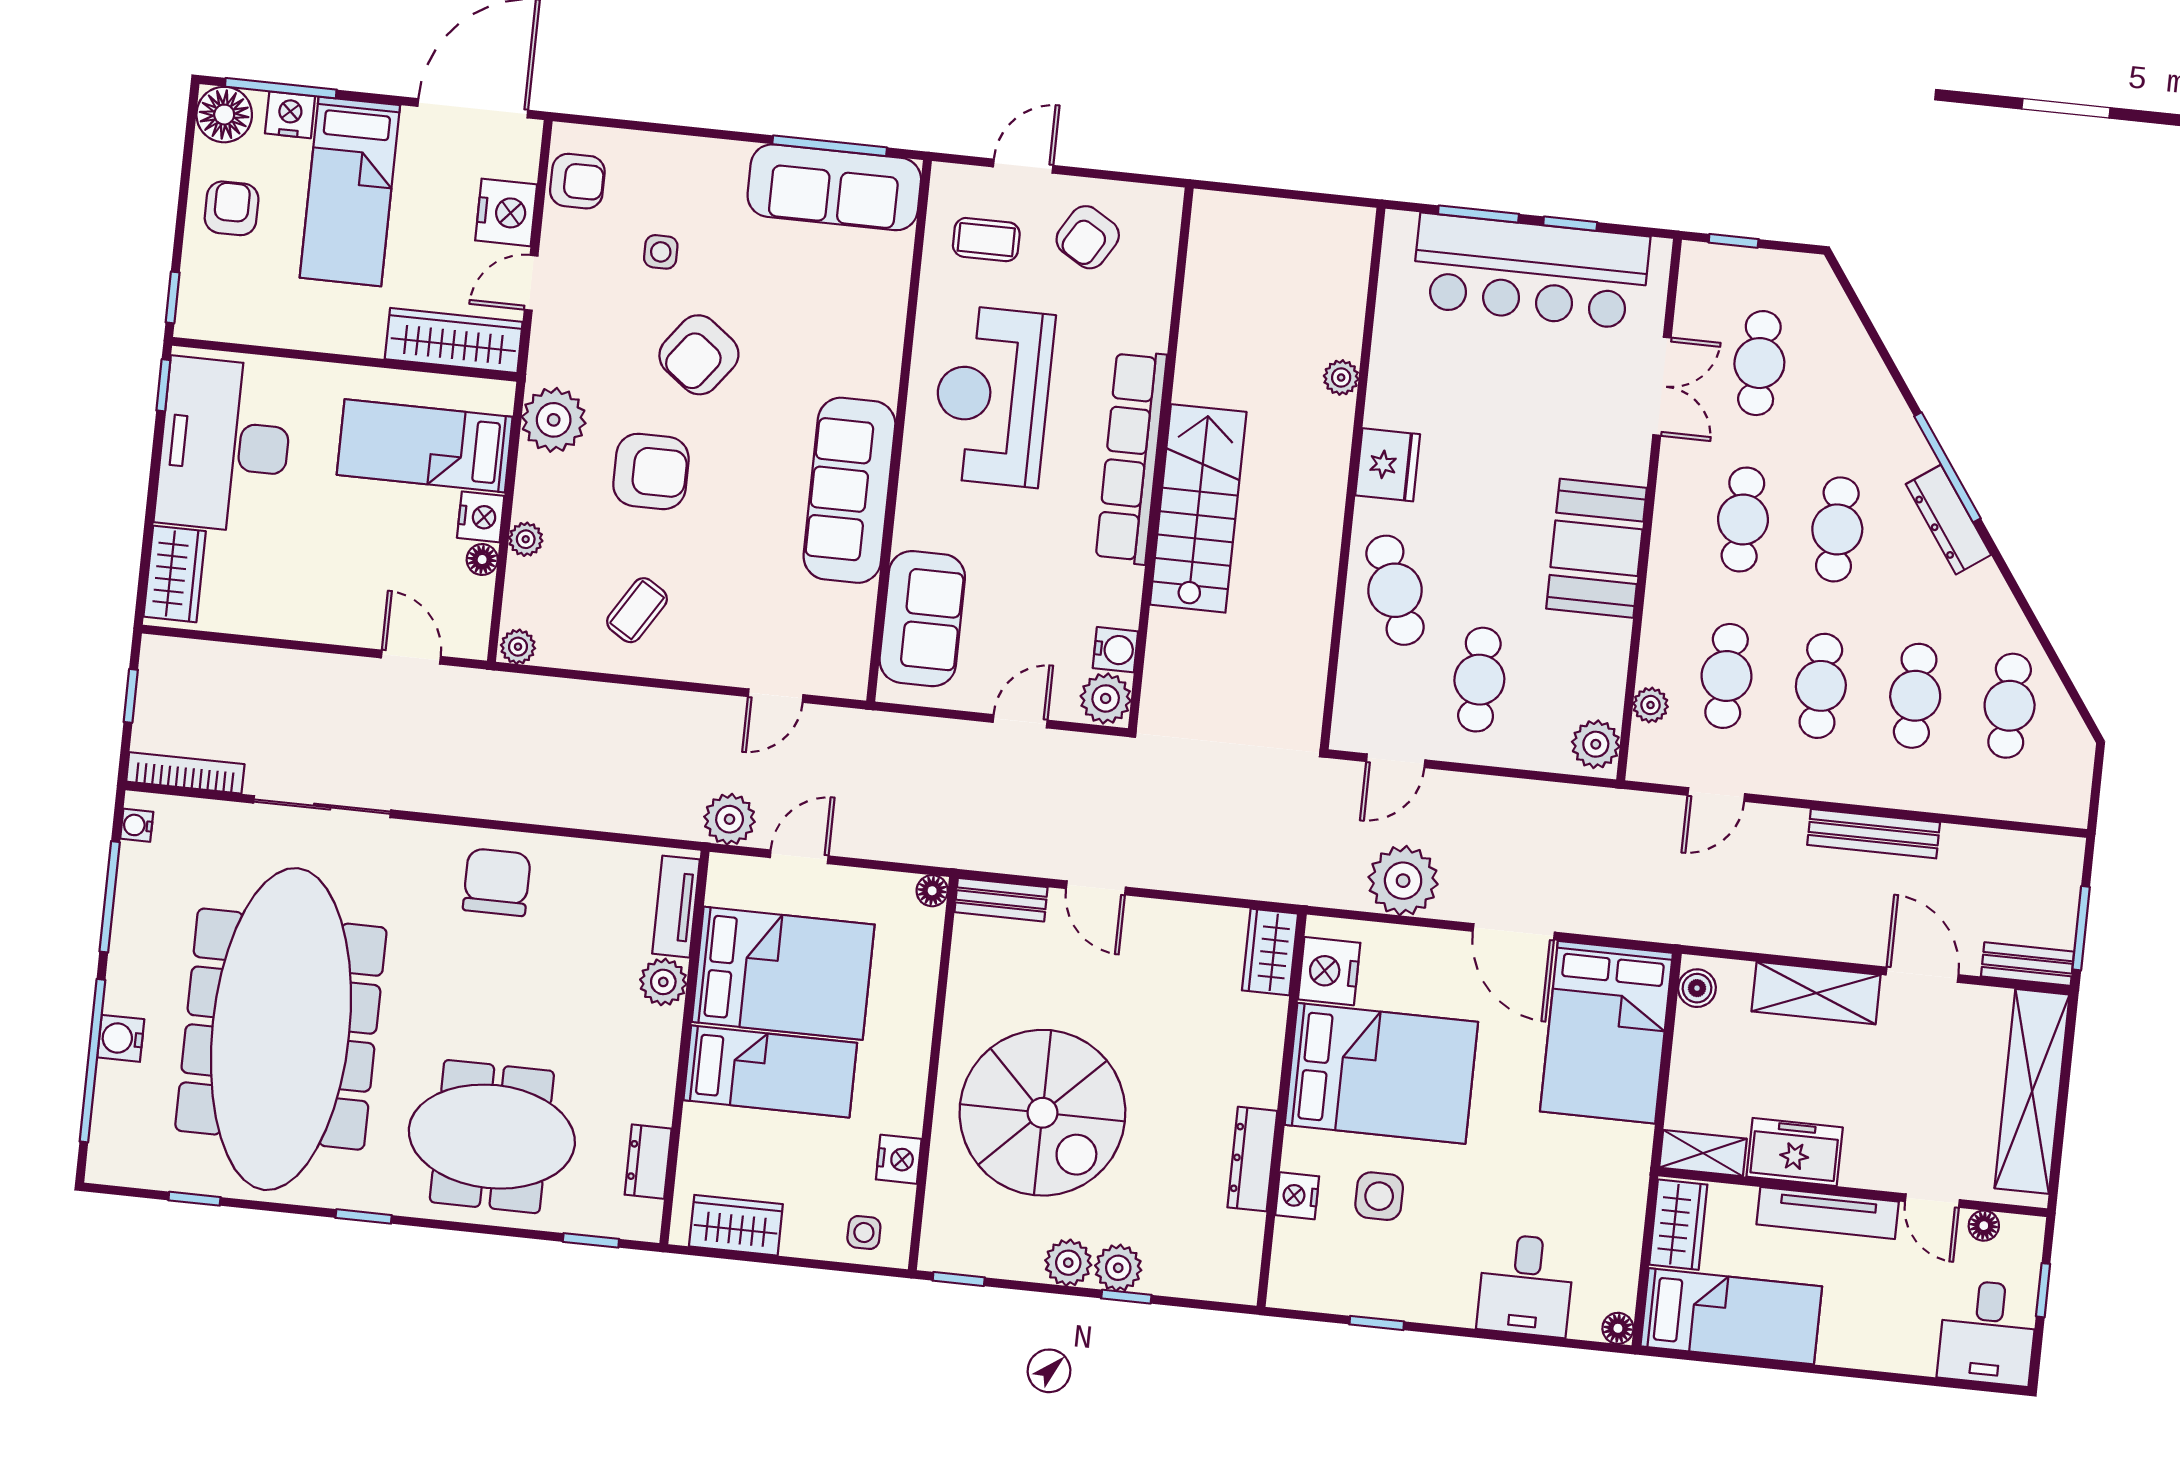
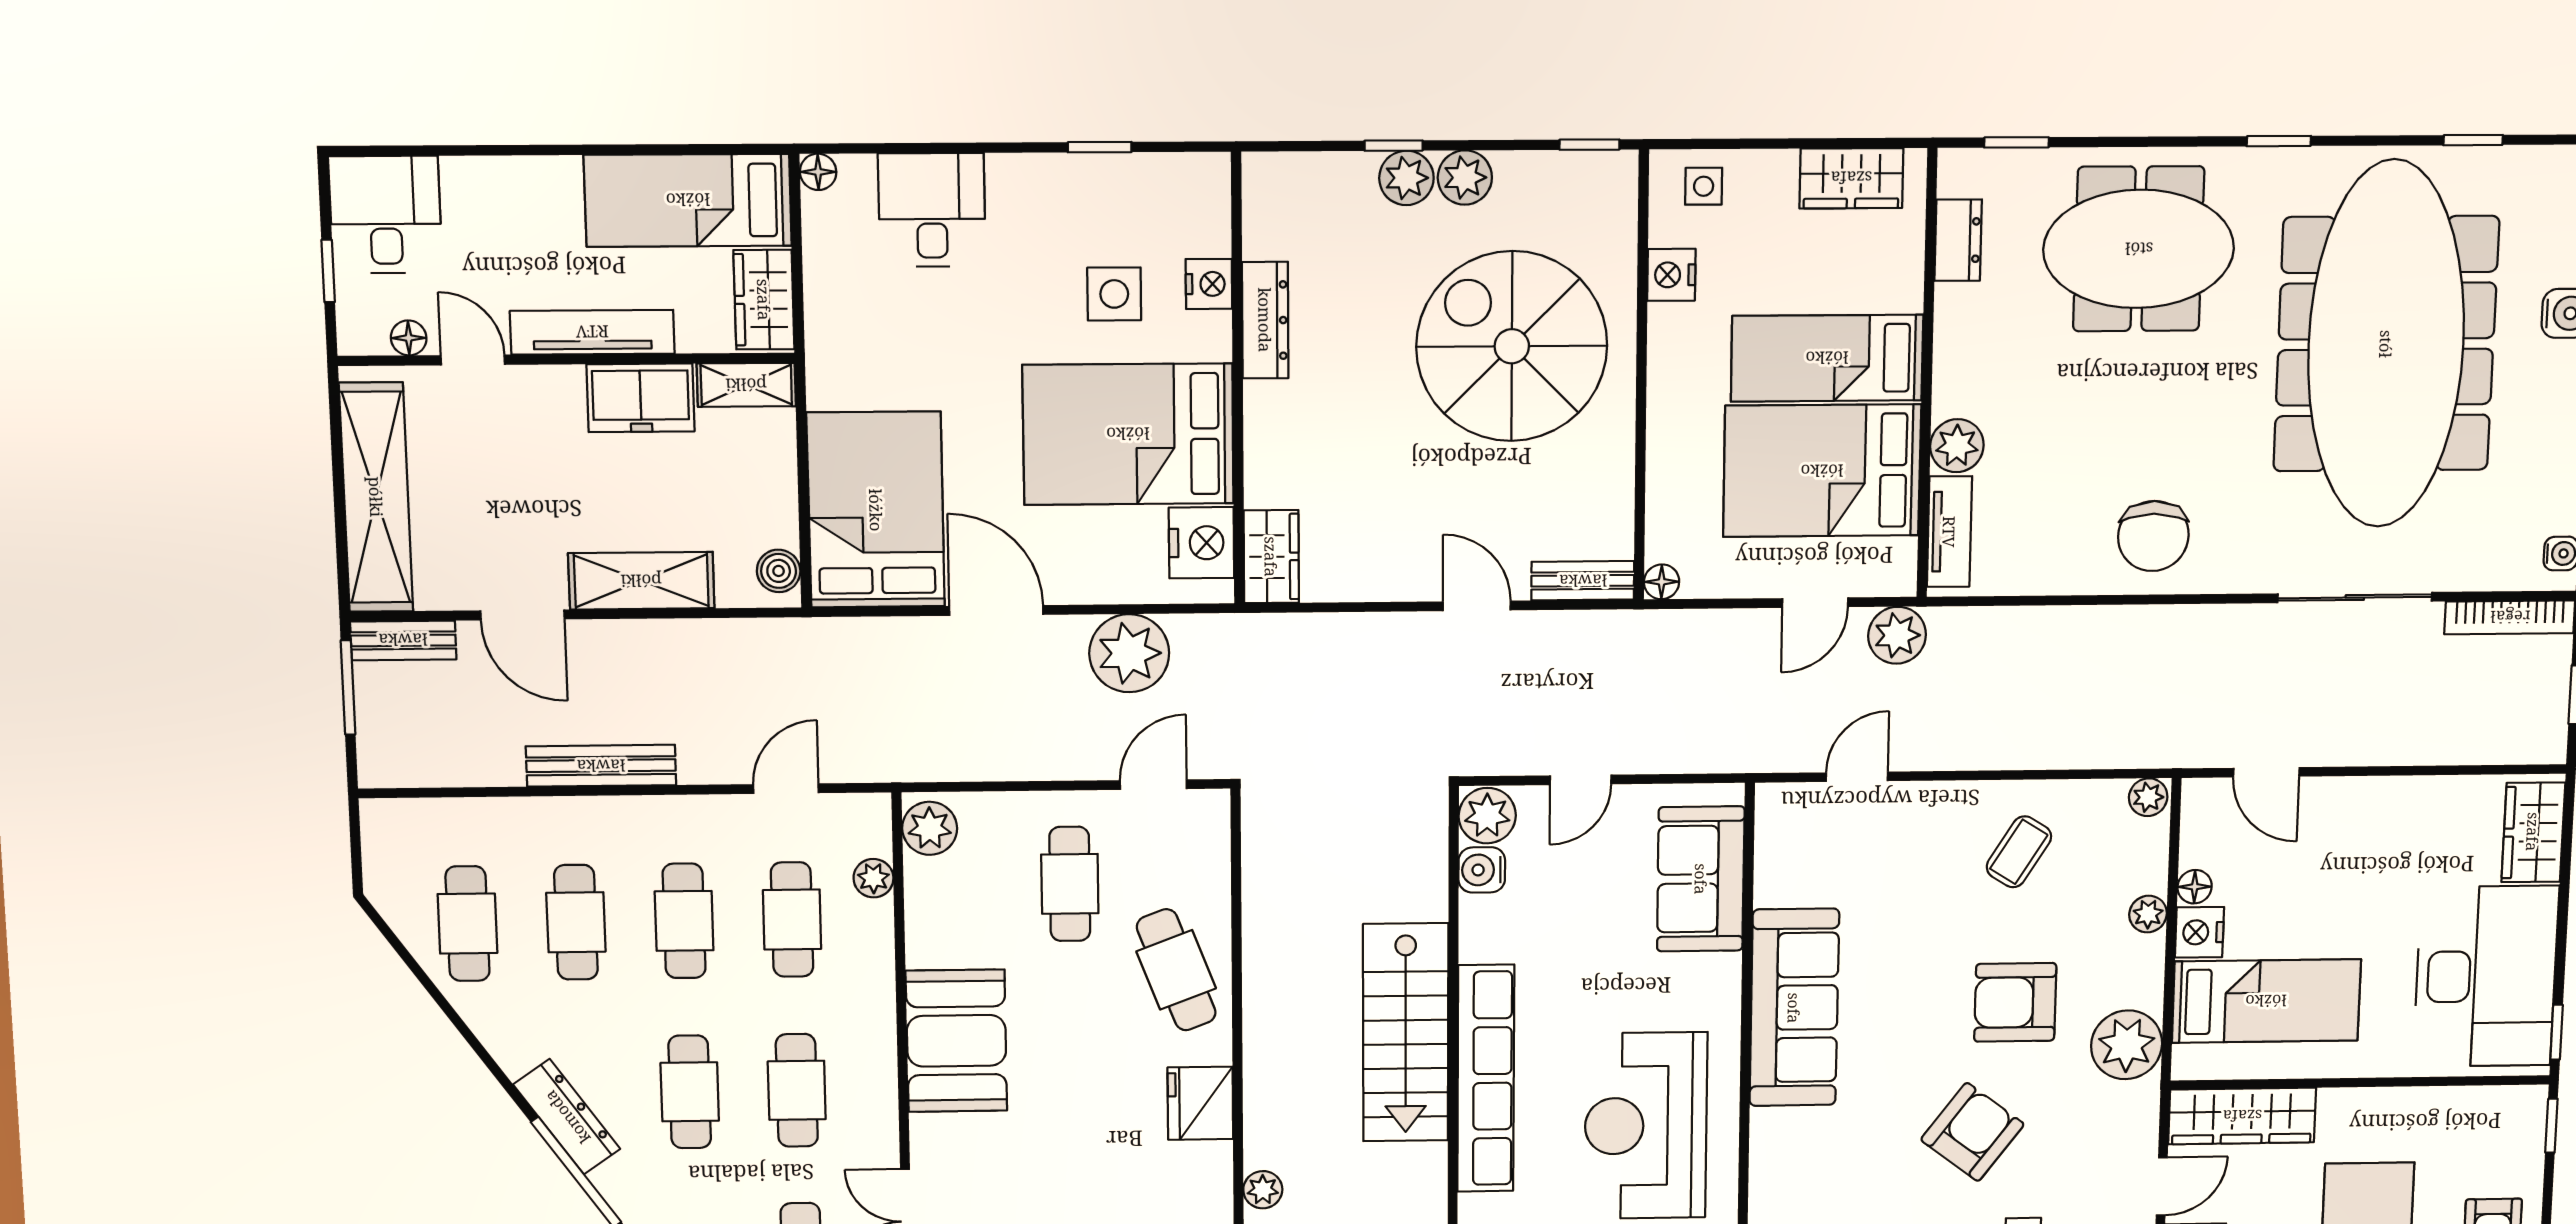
reception desk: (992, 396) -> (1646, 1126), turned 180

